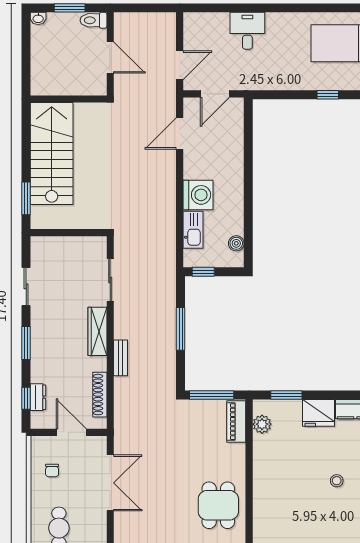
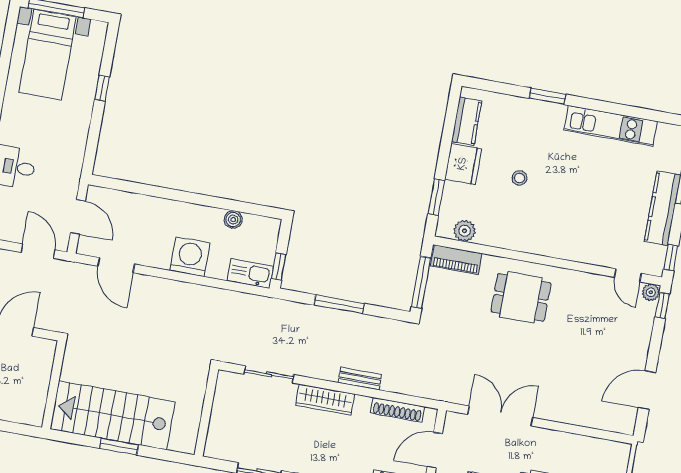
window: (26, 198) -> (119, 447), moved
kitchen sink: (193, 230) -> (250, 274), moved
boiler: (236, 243) -> (233, 220), moved
stool: (337, 481) -> (519, 178), moved
dining table: (218, 505) -> (521, 297), moved

